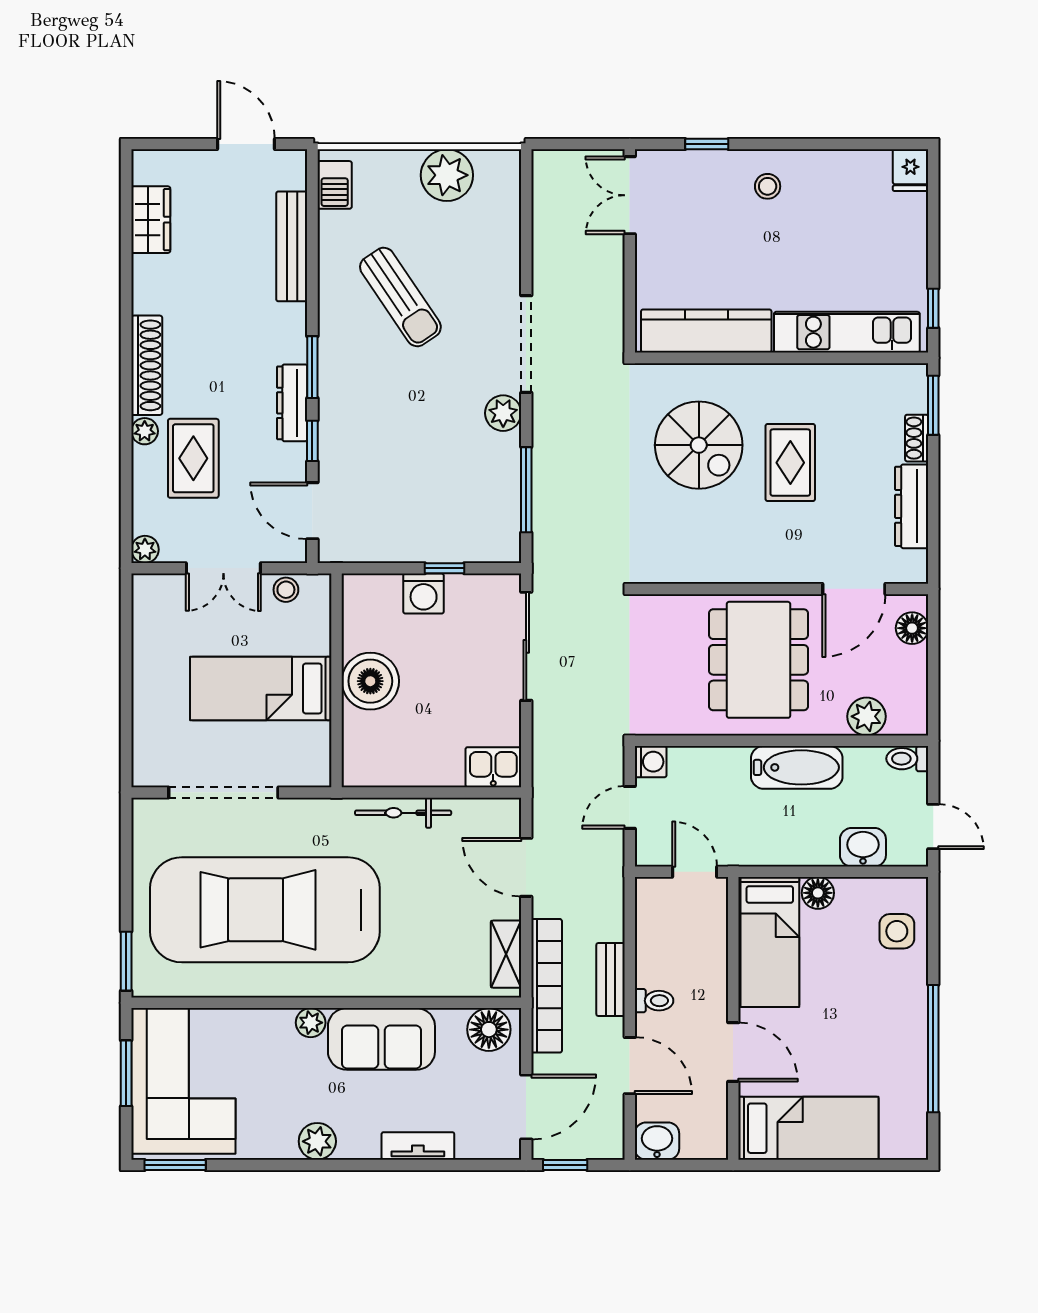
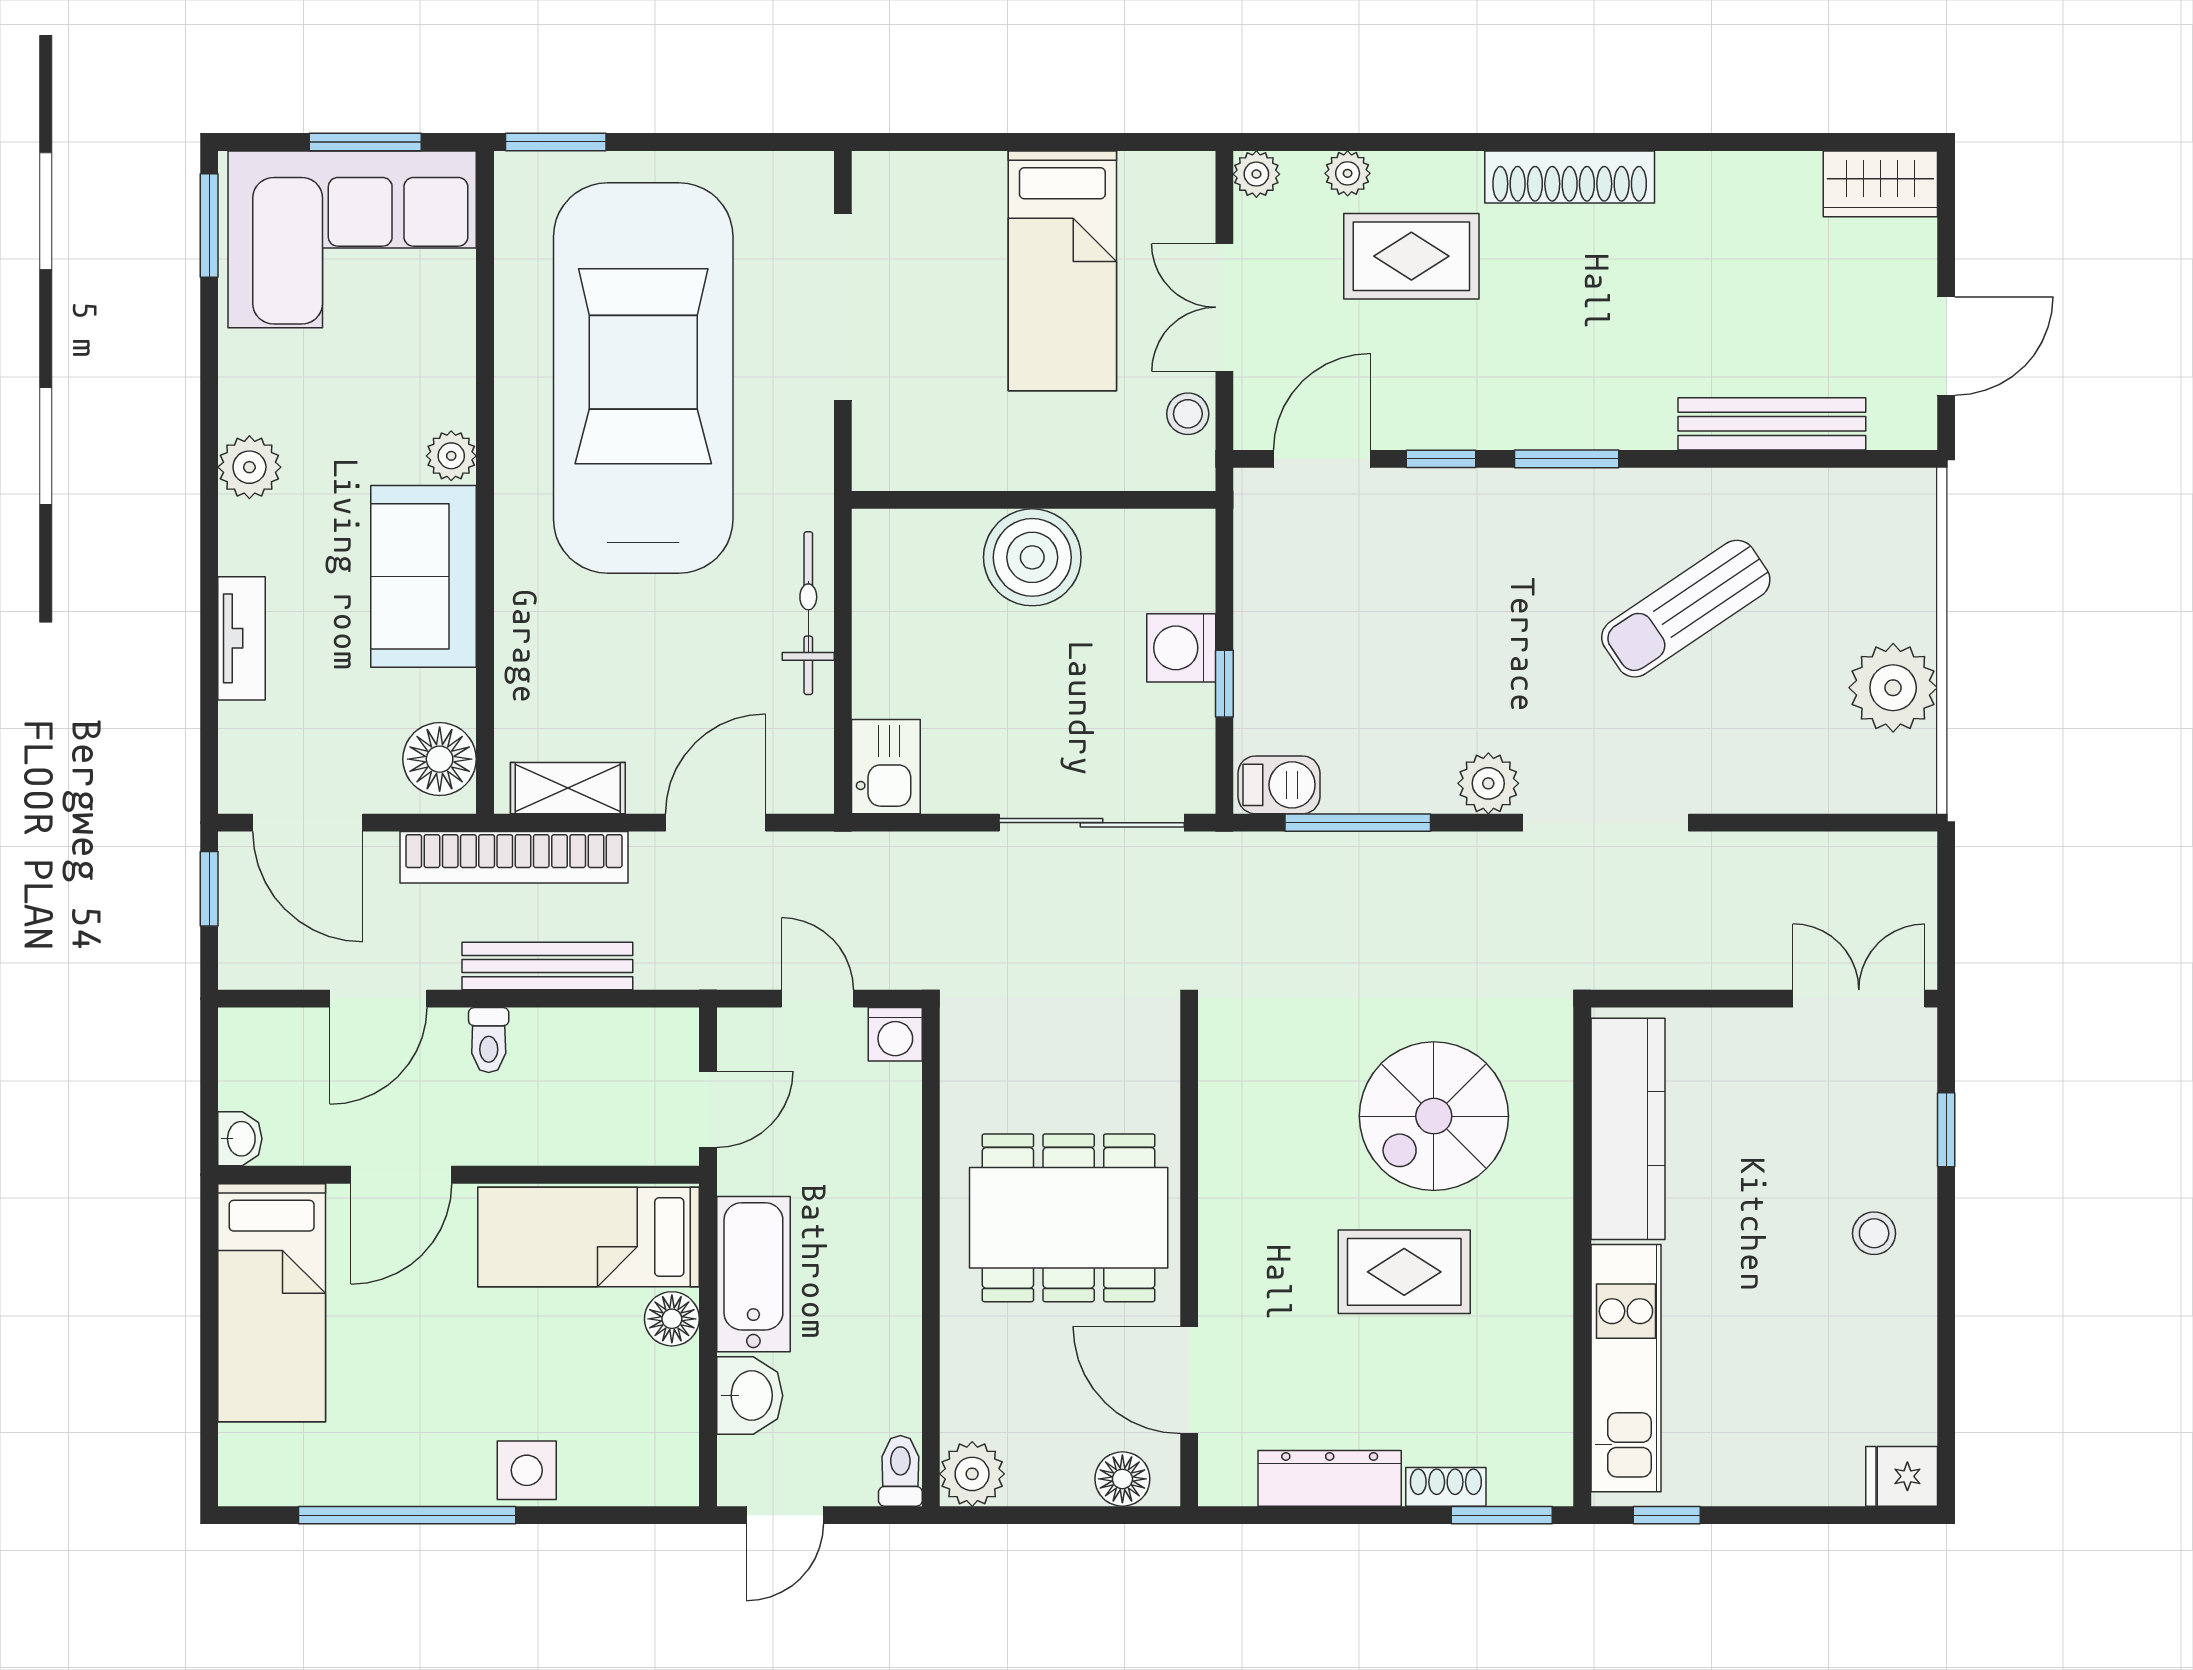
barbecue: (335, 185) -> (1279, 785), moved, turned 180
wardrobe: (151, 220) -> (1880, 184), moved
dresser: (292, 403) -> (1506, 424), removed
plant: (145, 431) -> (1348, 173), moved
bed: (261, 688) -> (1062, 271), moved, turned 180
plant: (866, 716) -> (972, 1474), moved
bathtub: (797, 767) -> (753, 1274), moved, turned 180
side table: (897, 931) -> (527, 1470), moved
bench: (611, 979) -> (547, 966), width x1.36
washbasin: (657, 1141) -> (240, 1139), moved, width x0.72, depth x0.69

